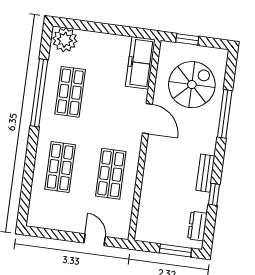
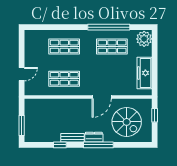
freezer: (140, 63) -> (144, 73), moved, turned -90
window: (225, 114) -> (98, 145), moved
dresser: (197, 226) -> (94, 137), moved

